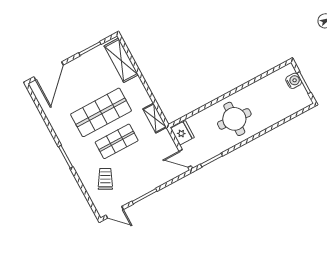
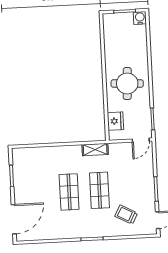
shelving: (121, 60) -> (34, 155), removed
door: (49, 71) -> (14, 219), hinge flipped
water cooler: (294, 81) -> (140, 18), moved
shop shelf: (101, 112) -> (69, 192), width x0.70, depth x0.74
fridge: (182, 133) -> (115, 121), moved, turned 90

